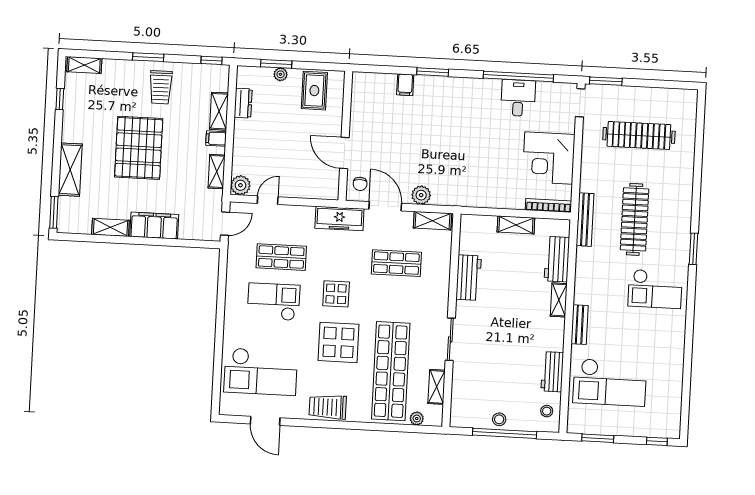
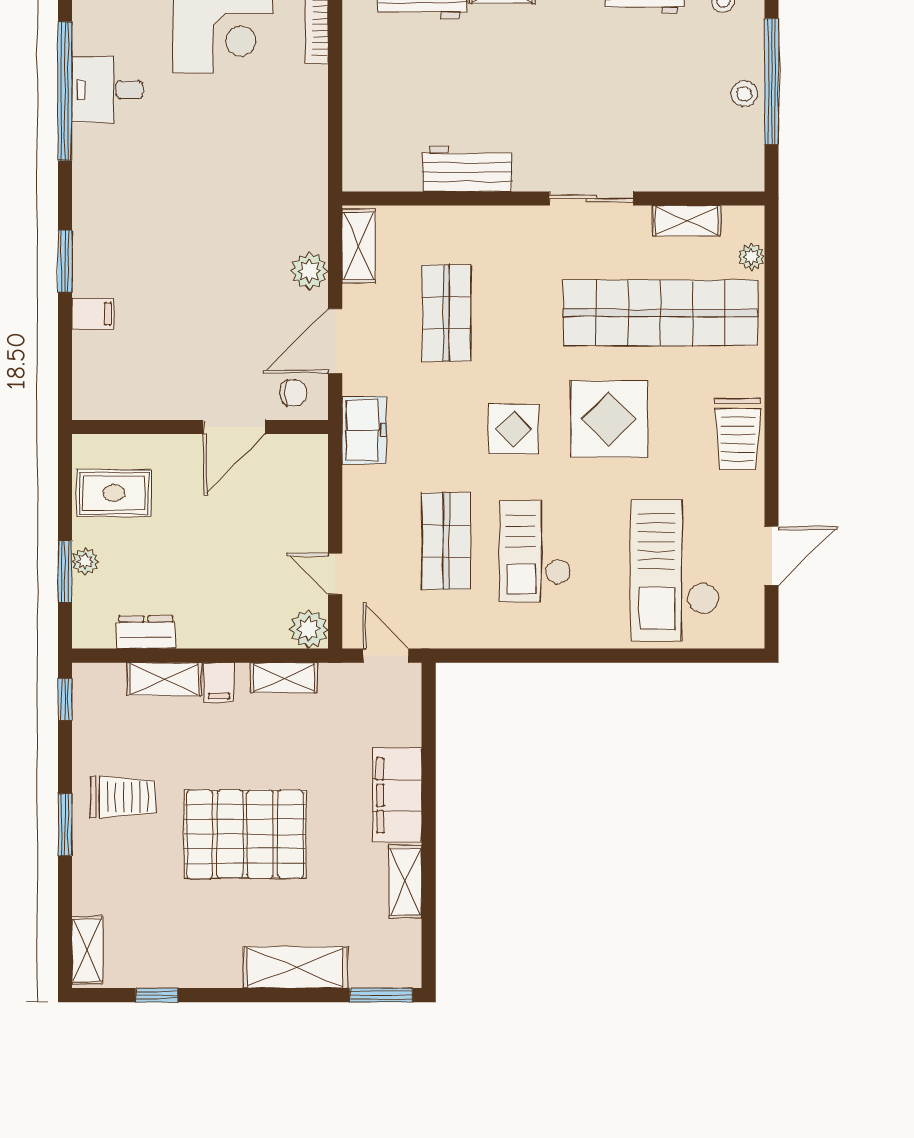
freezer: (339, 219) -> (364, 430), width x0.71
shelving: (516, 225) -> (358, 81), removed
checkout: (261, 372) -> (675, 570), turned 180

